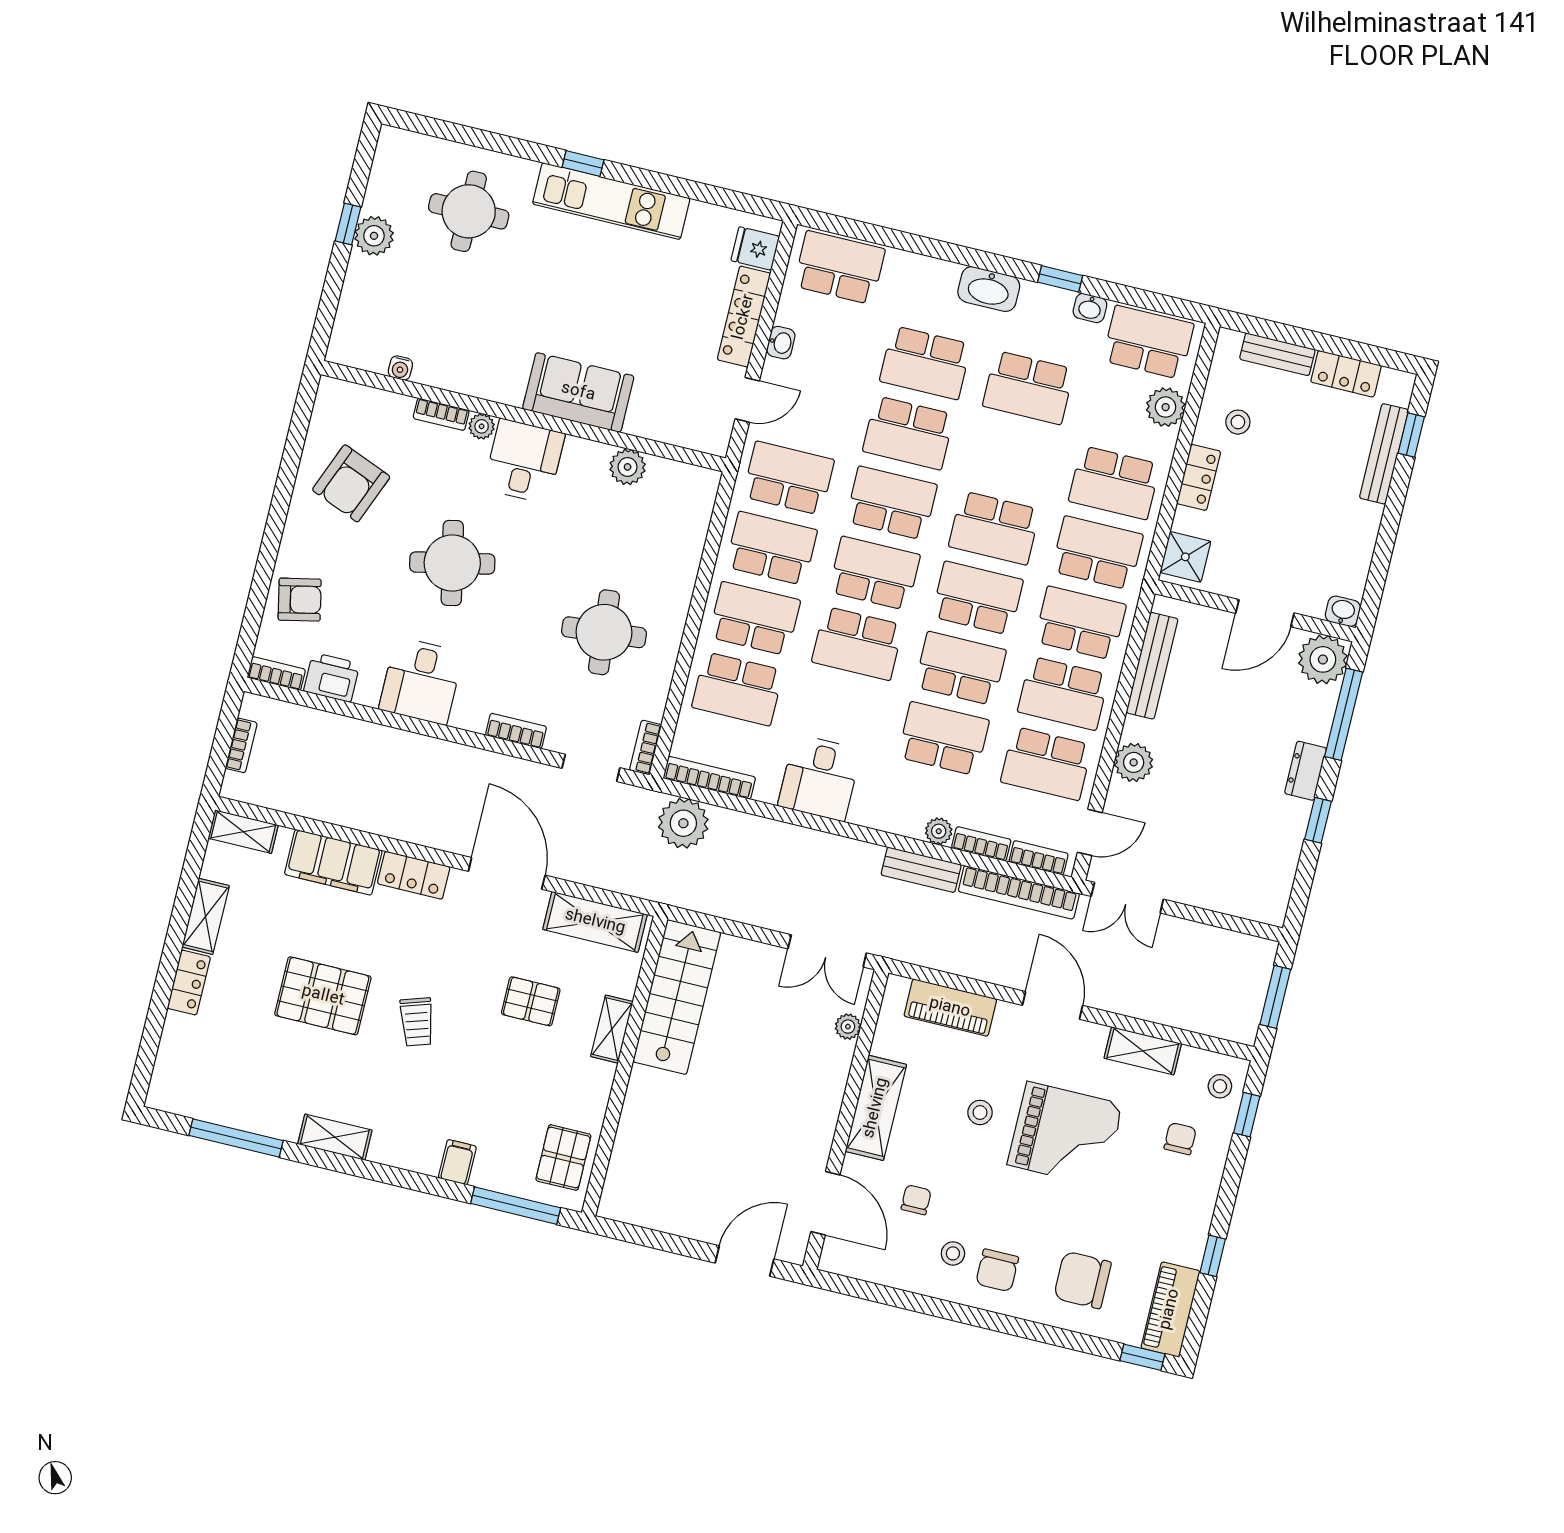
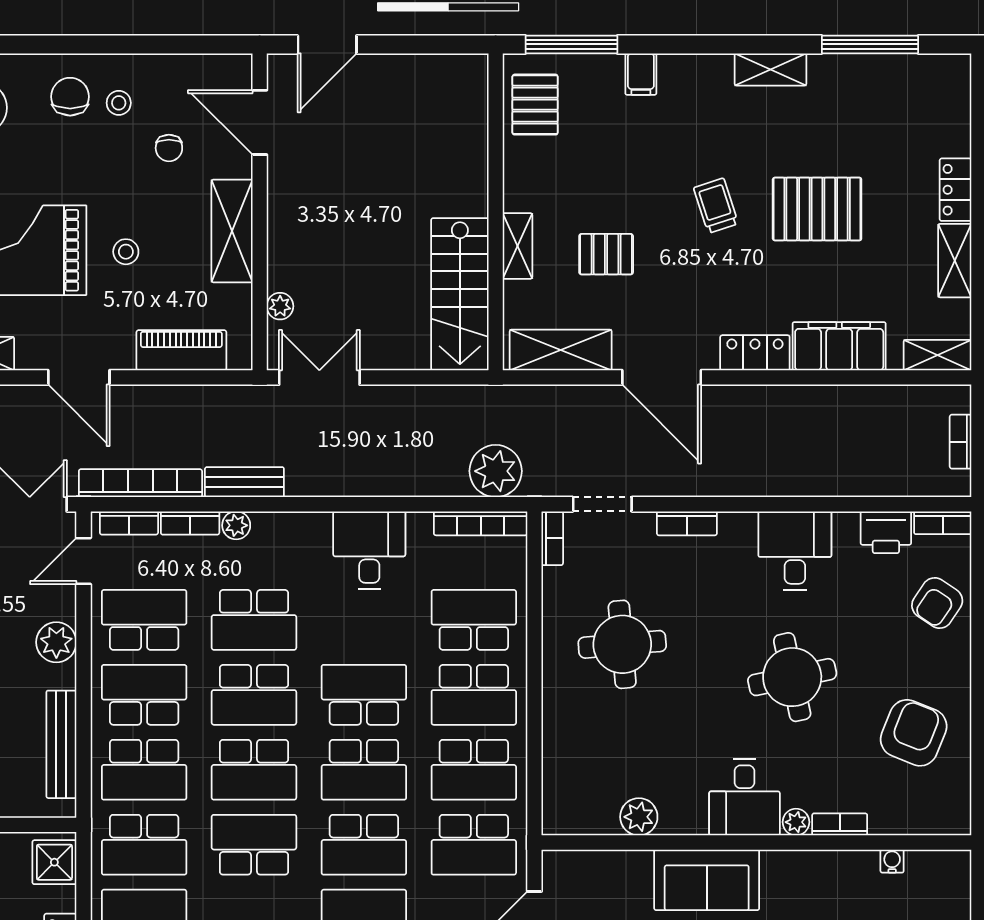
armchair: (300, 600) -> (937, 603), turned -44

